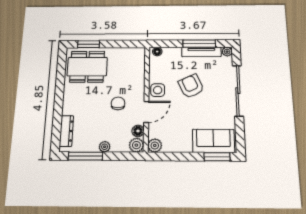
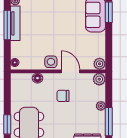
armchair: (191, 86) -> (47, 33), removed
floor lamp: (138, 131) -> (38, 78), moved

